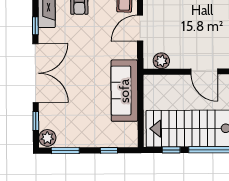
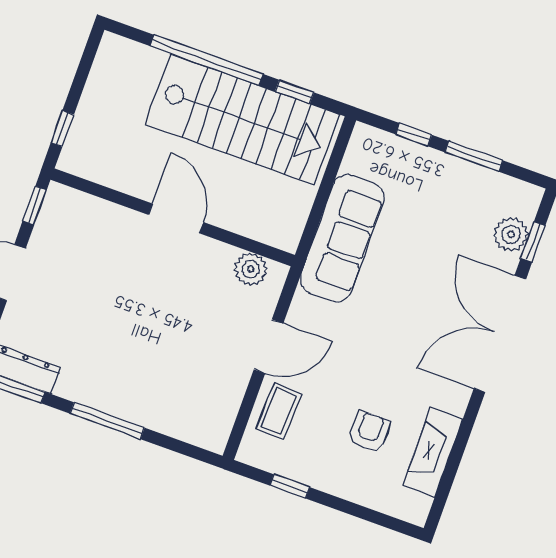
window: (35, 26) -> (467, 425), removed
plant: (47, 138) -> (511, 234), moved
window: (65, 150) -> (474, 156), moved

